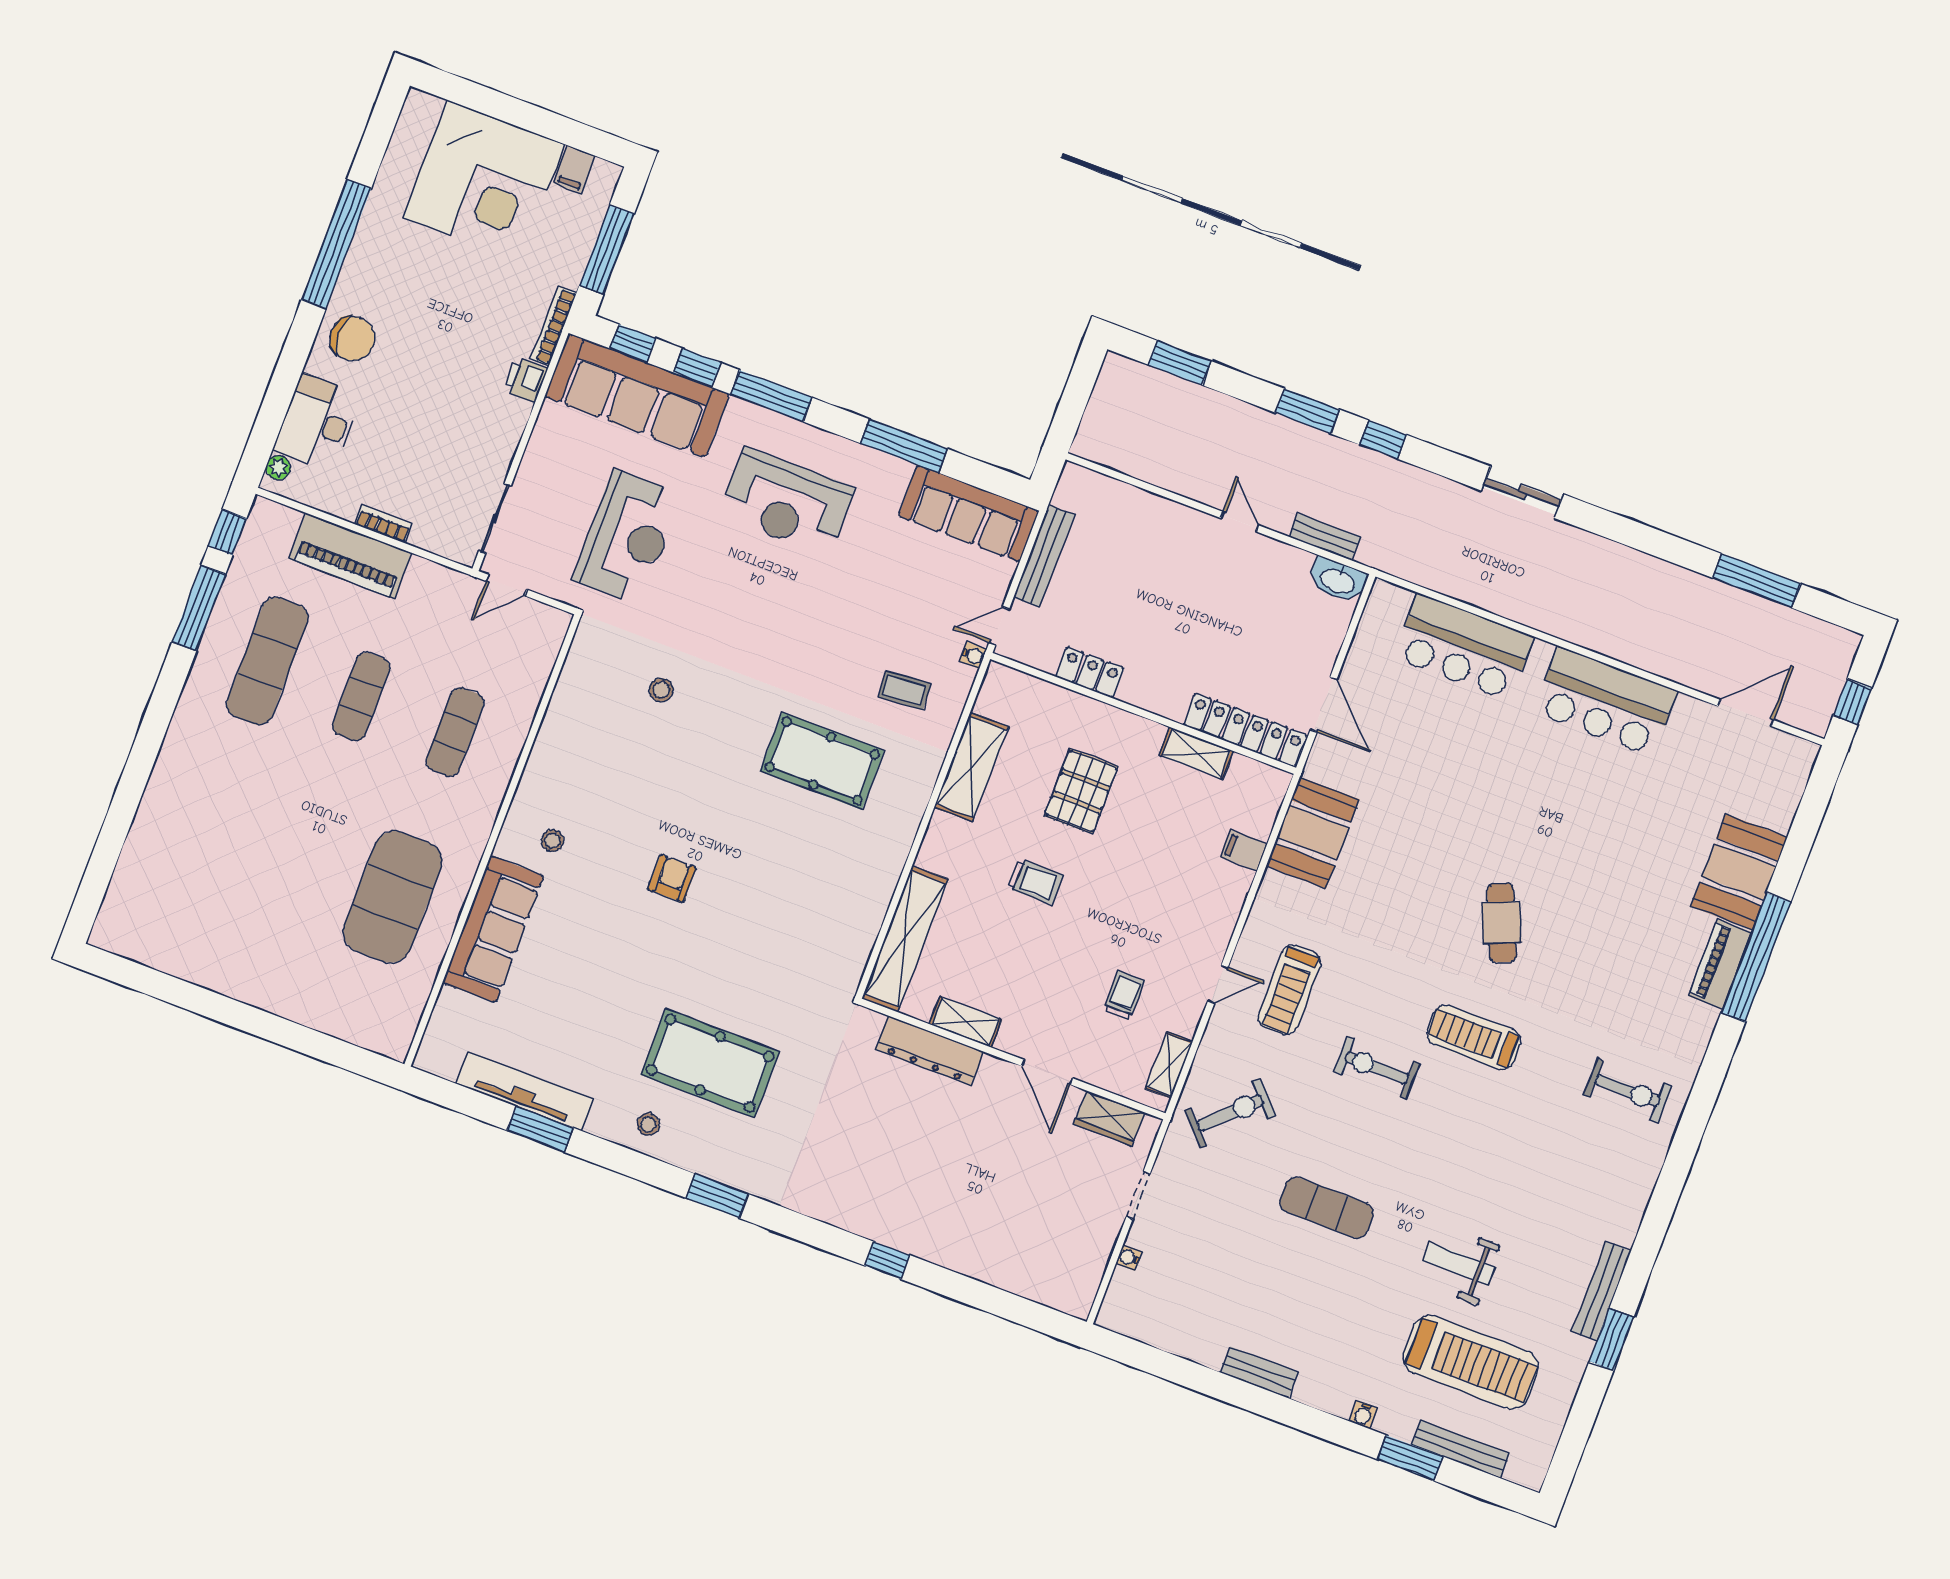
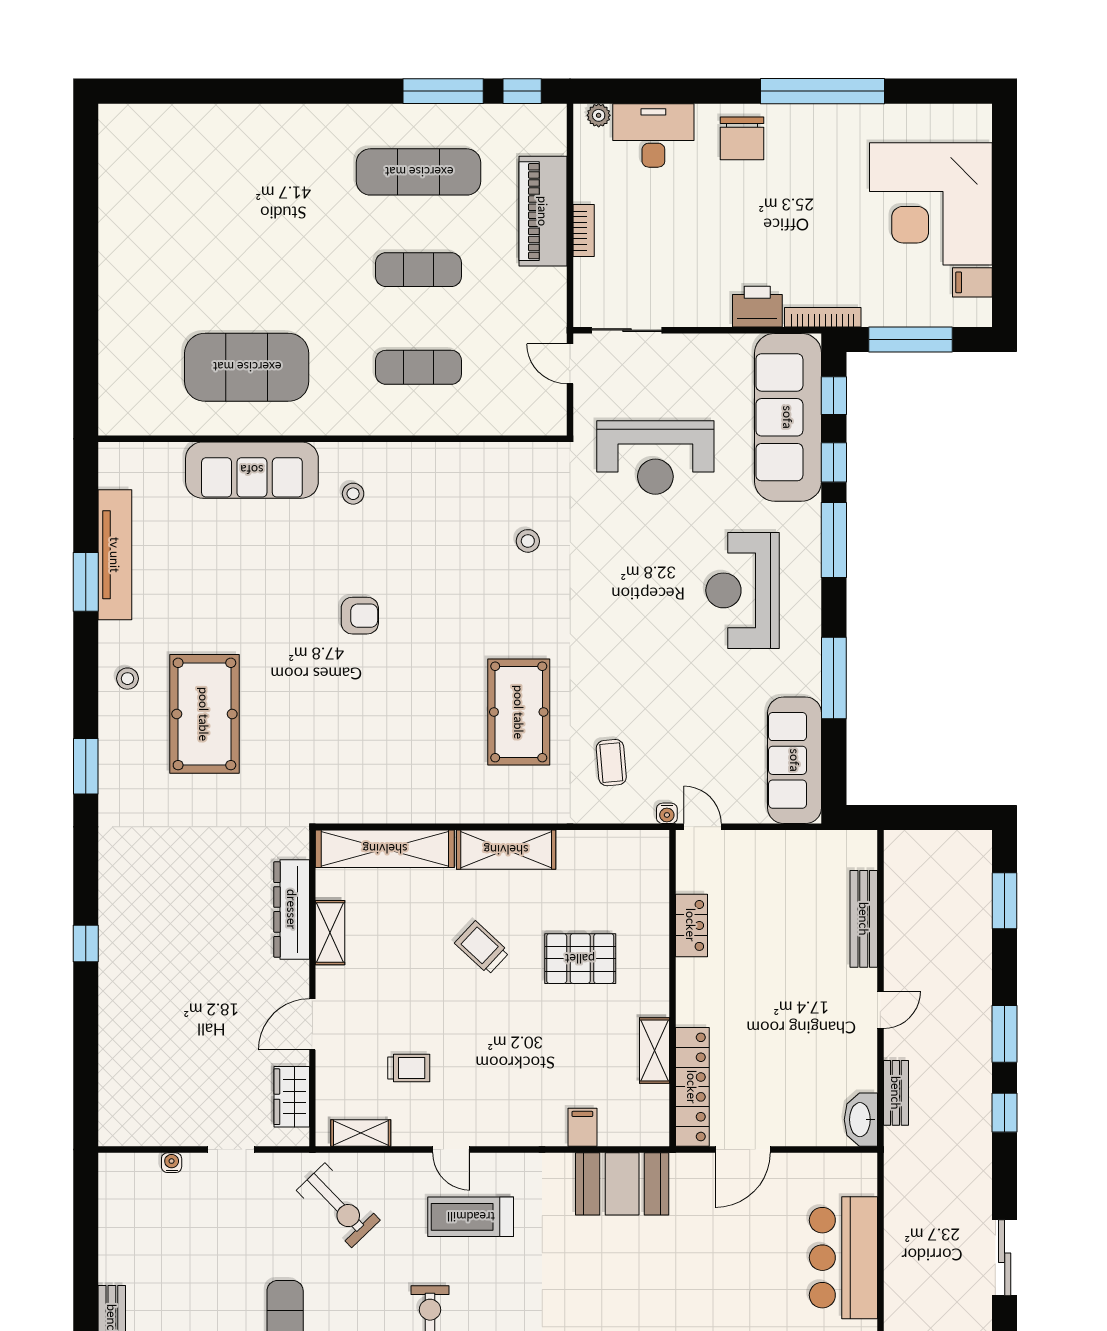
printer: (526, 380) -> (757, 307), width x1.36, depth x1.24
bench: (1044, 556) -> (864, 919), moved, turned 90
shelving: (971, 767) -> (506, 850), moved
trolley: (1035, 882) -> (482, 948), turned 133

